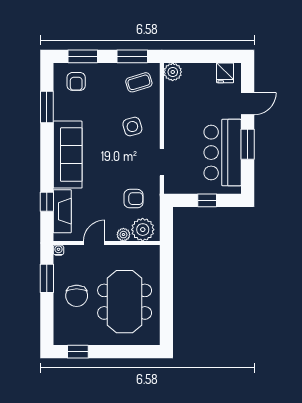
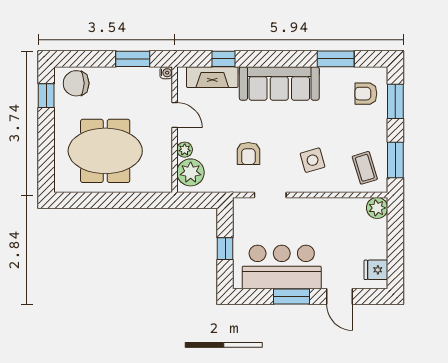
armchair: (134, 199) -> (248, 154), moved
chair: (77, 296) -> (76, 83), moved

